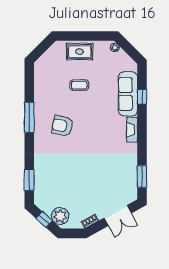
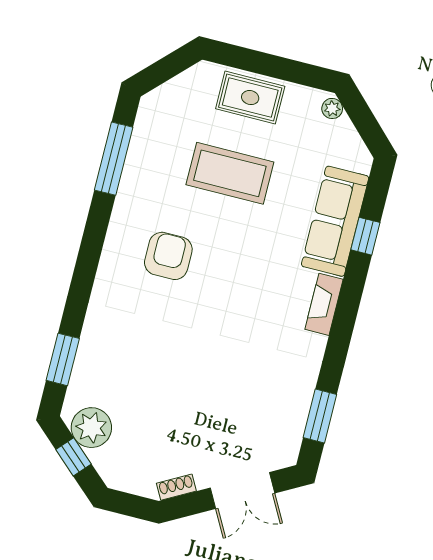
coffee table: (79, 85) -> (230, 173), width x1.86, depth x1.72
window: (29, 117) -> (114, 159), moved
armchair: (62, 126) -> (168, 256), turned 78
plant: (60, 216) -> (91, 428), moved

